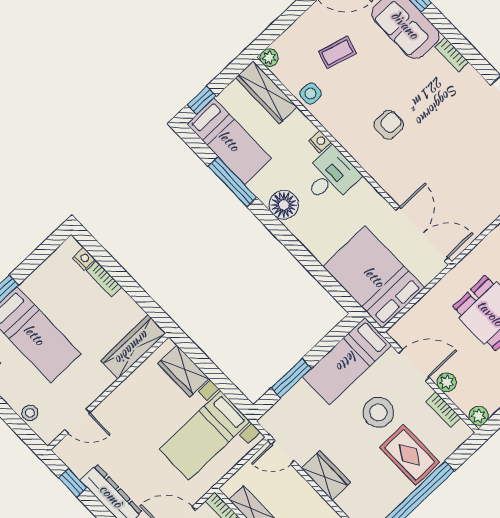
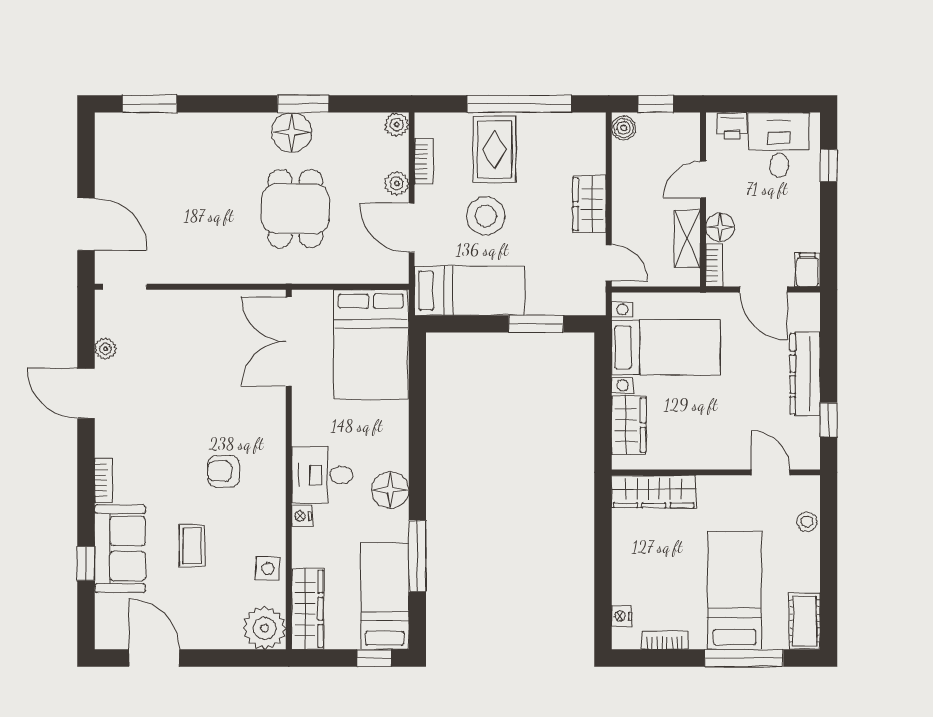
coffee table: (337, 52) -> (192, 546), moved, turned 74
plant: (269, 58) -> (265, 628), width x1.87, depth x1.87
bookcase: (104, 279) -> (665, 640), moved, turned -90

